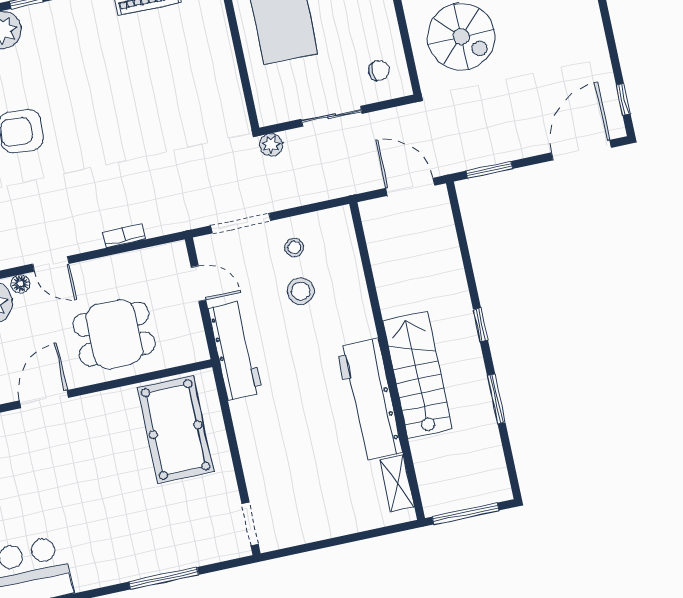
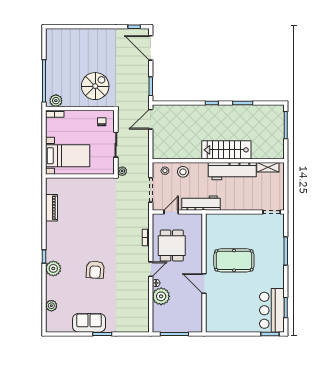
dining table: (114, 334) -> (172, 246), moved
wall: (387, 361) -> (218, 161), moved
stairs: (417, 375) -> (226, 150), moved
workbench: (370, 400) -> (232, 171), moved
pool table: (176, 430) -> (234, 260), moved
shelving: (397, 483) -> (268, 167), moved

